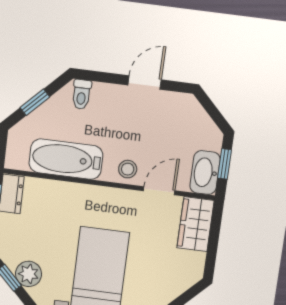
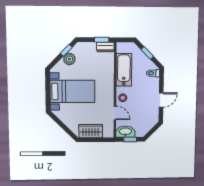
door: (145, 82) -> (161, 100), hinge flipped
wardrobe: (196, 224) -> (91, 131), moved

